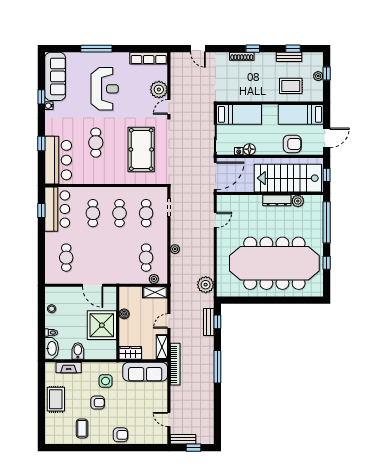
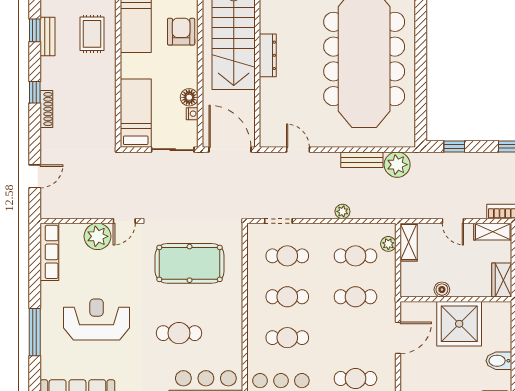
door: (169, 107) -> (124, 221), hinge flipped
plant: (298, 201) -> (269, 23), removed
cafe table: (119, 258) -> (355, 297), added
bench: (209, 322) -> (362, 160), moved

